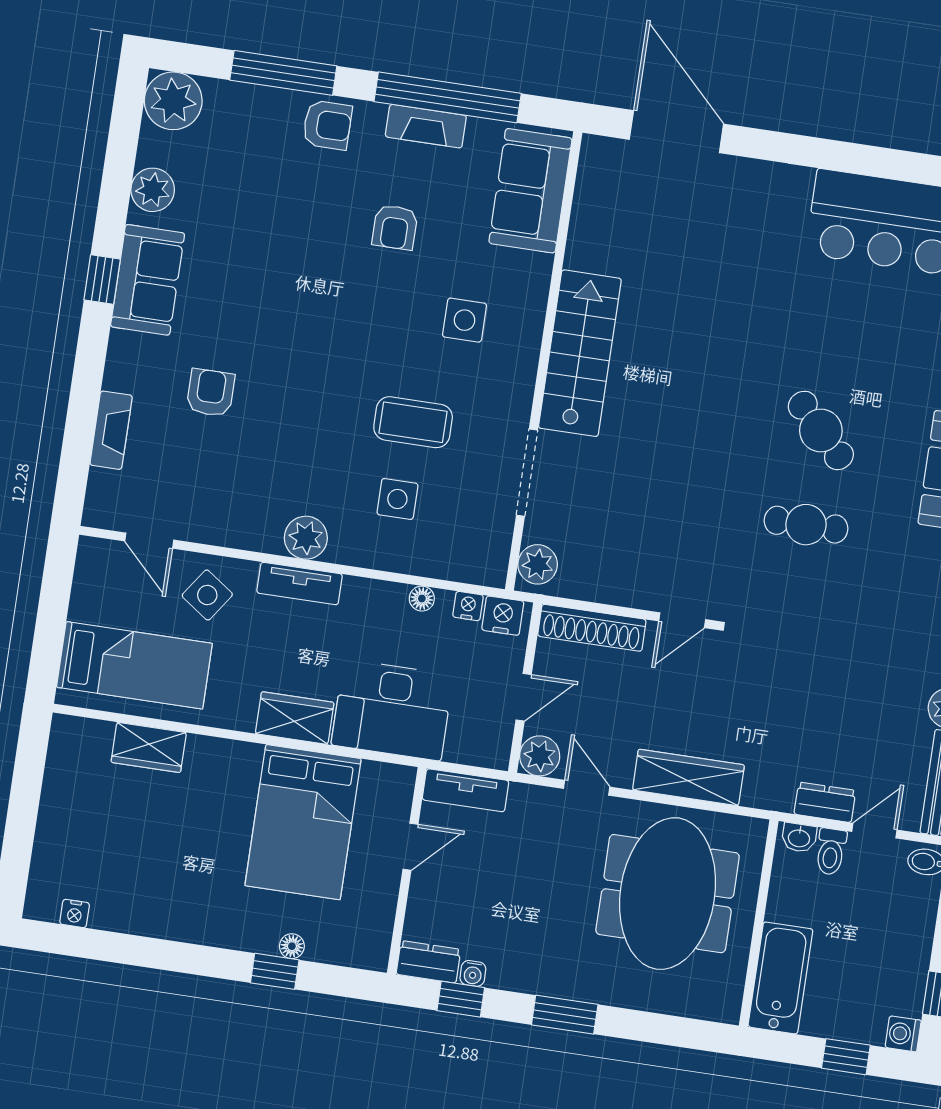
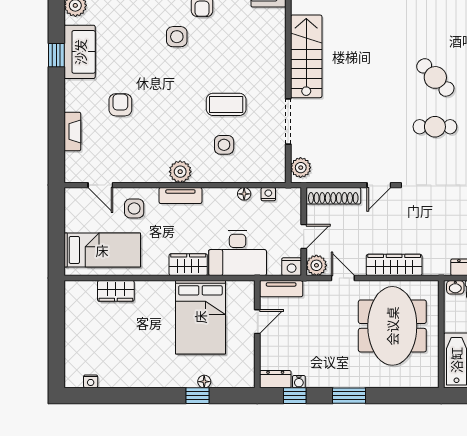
side table: (465, 320) -> (177, 37), moved
side table: (207, 595) -> (134, 208), turned -35
nightstand: (503, 616) -> (292, 267), moved, turned 180

